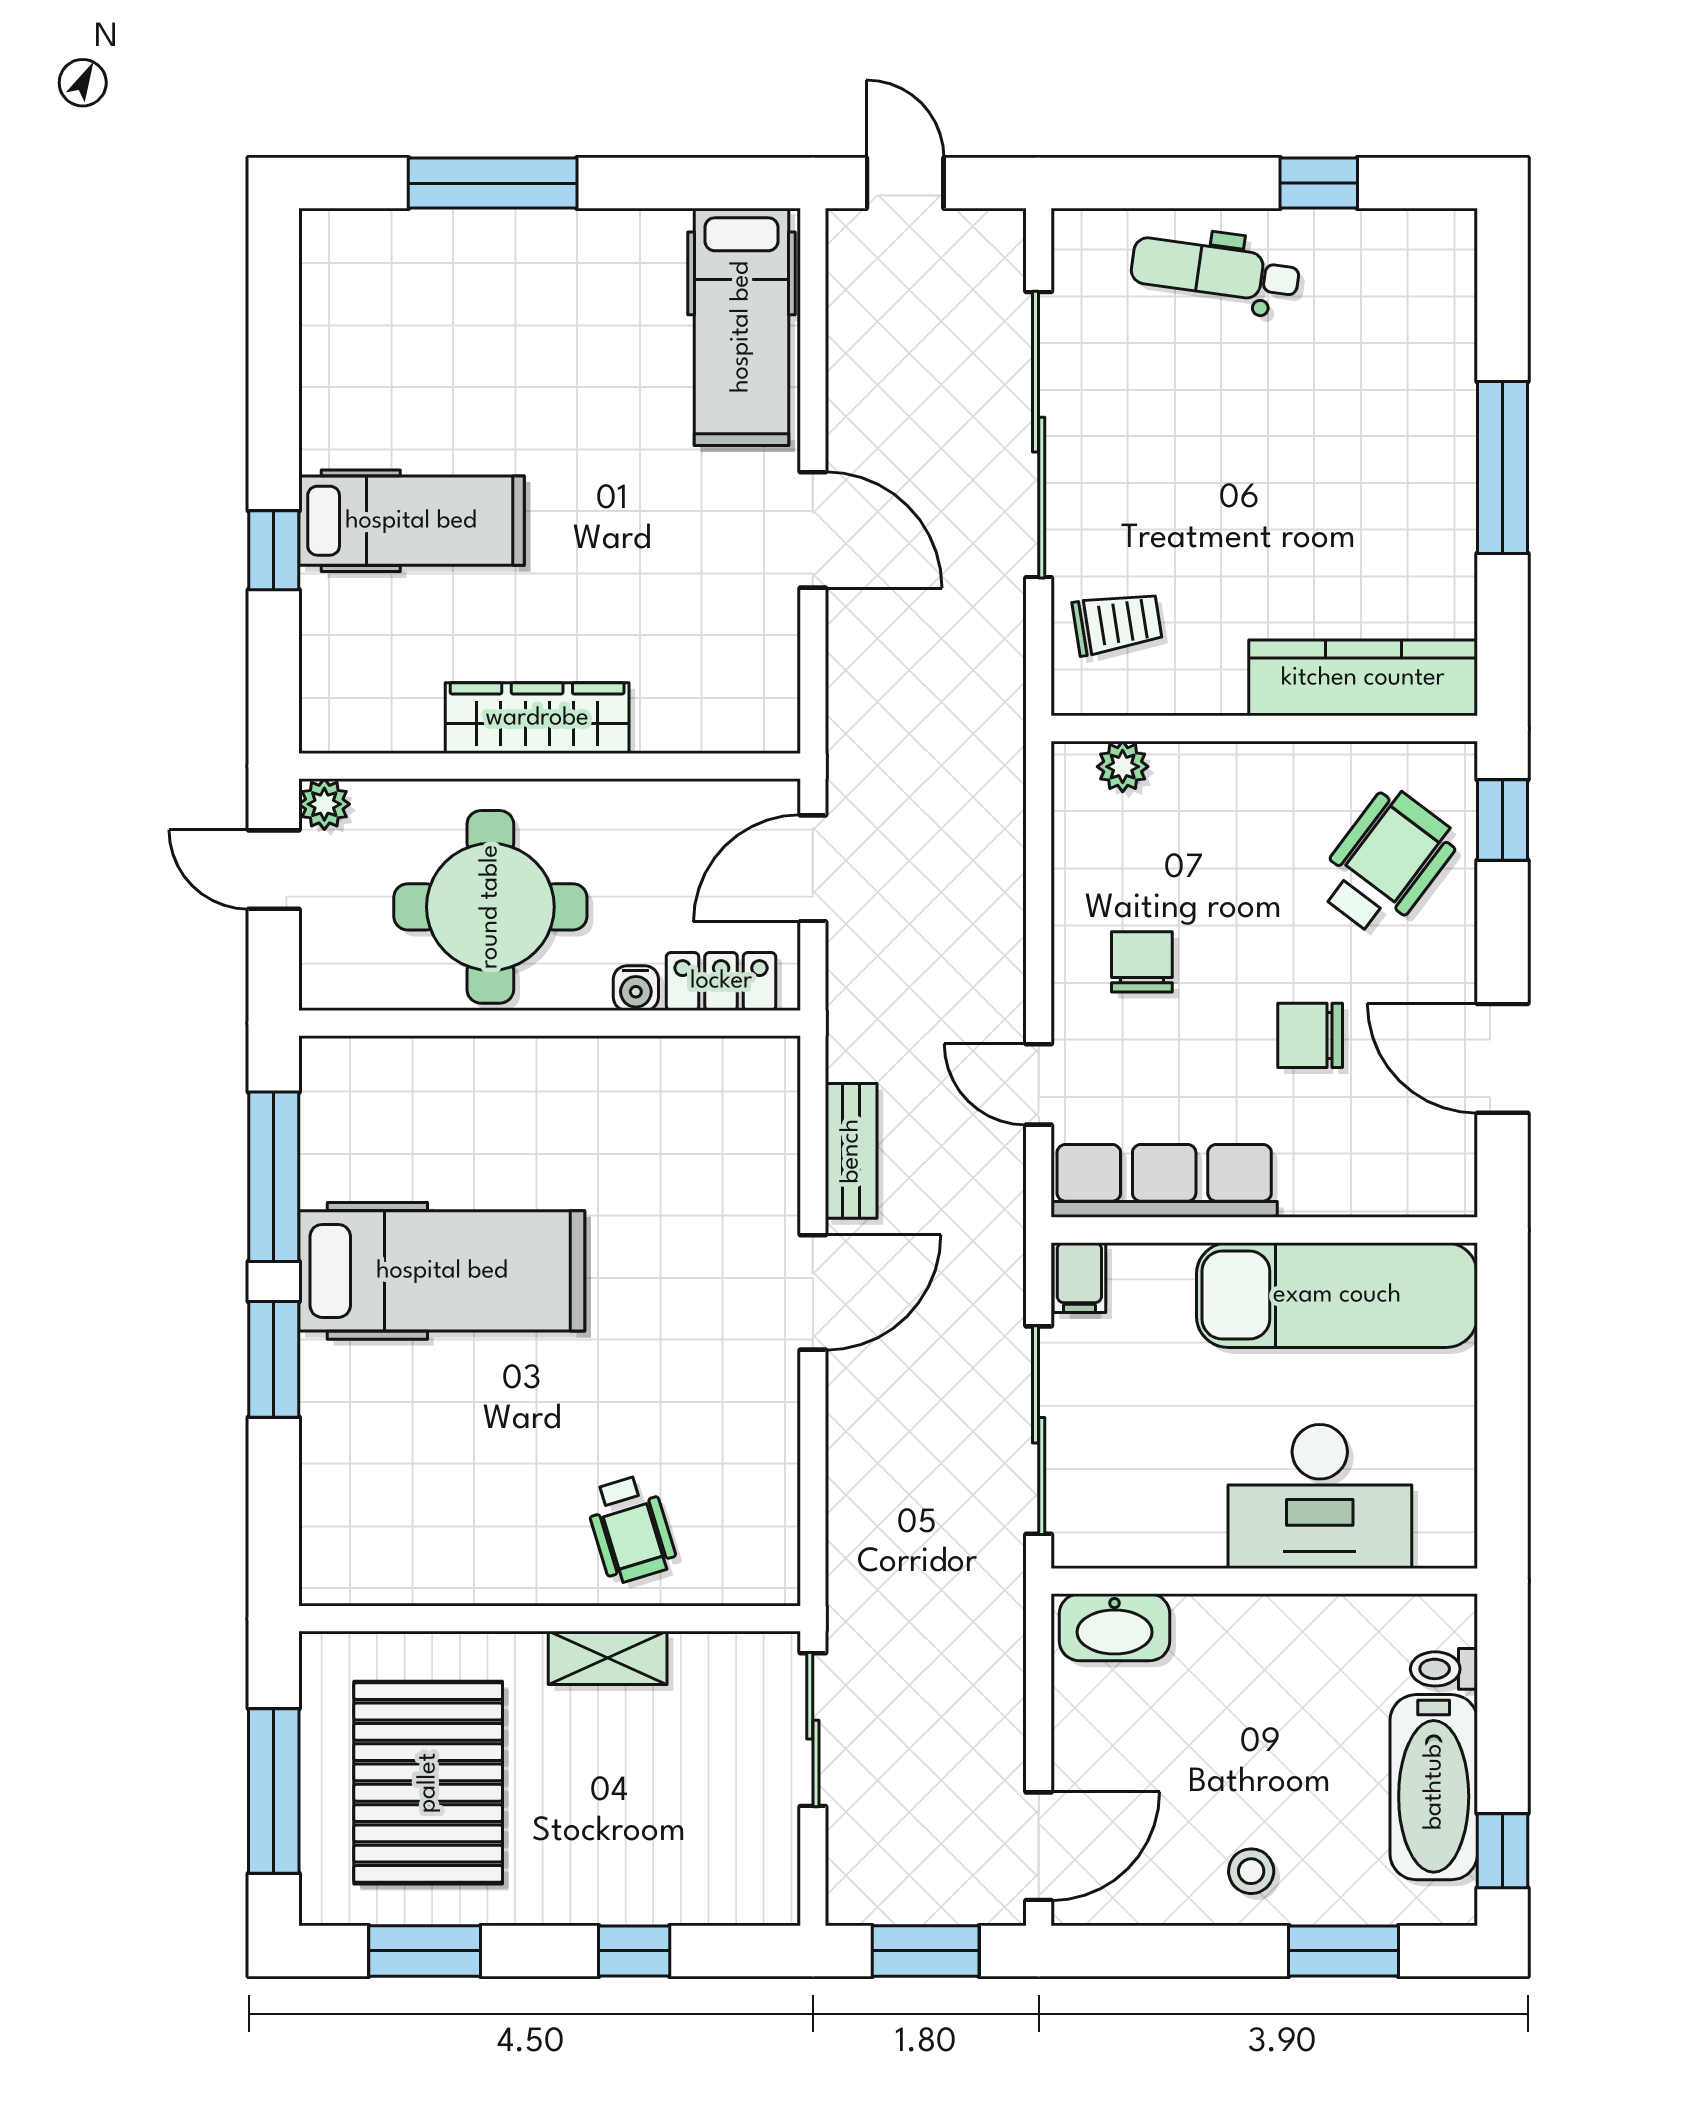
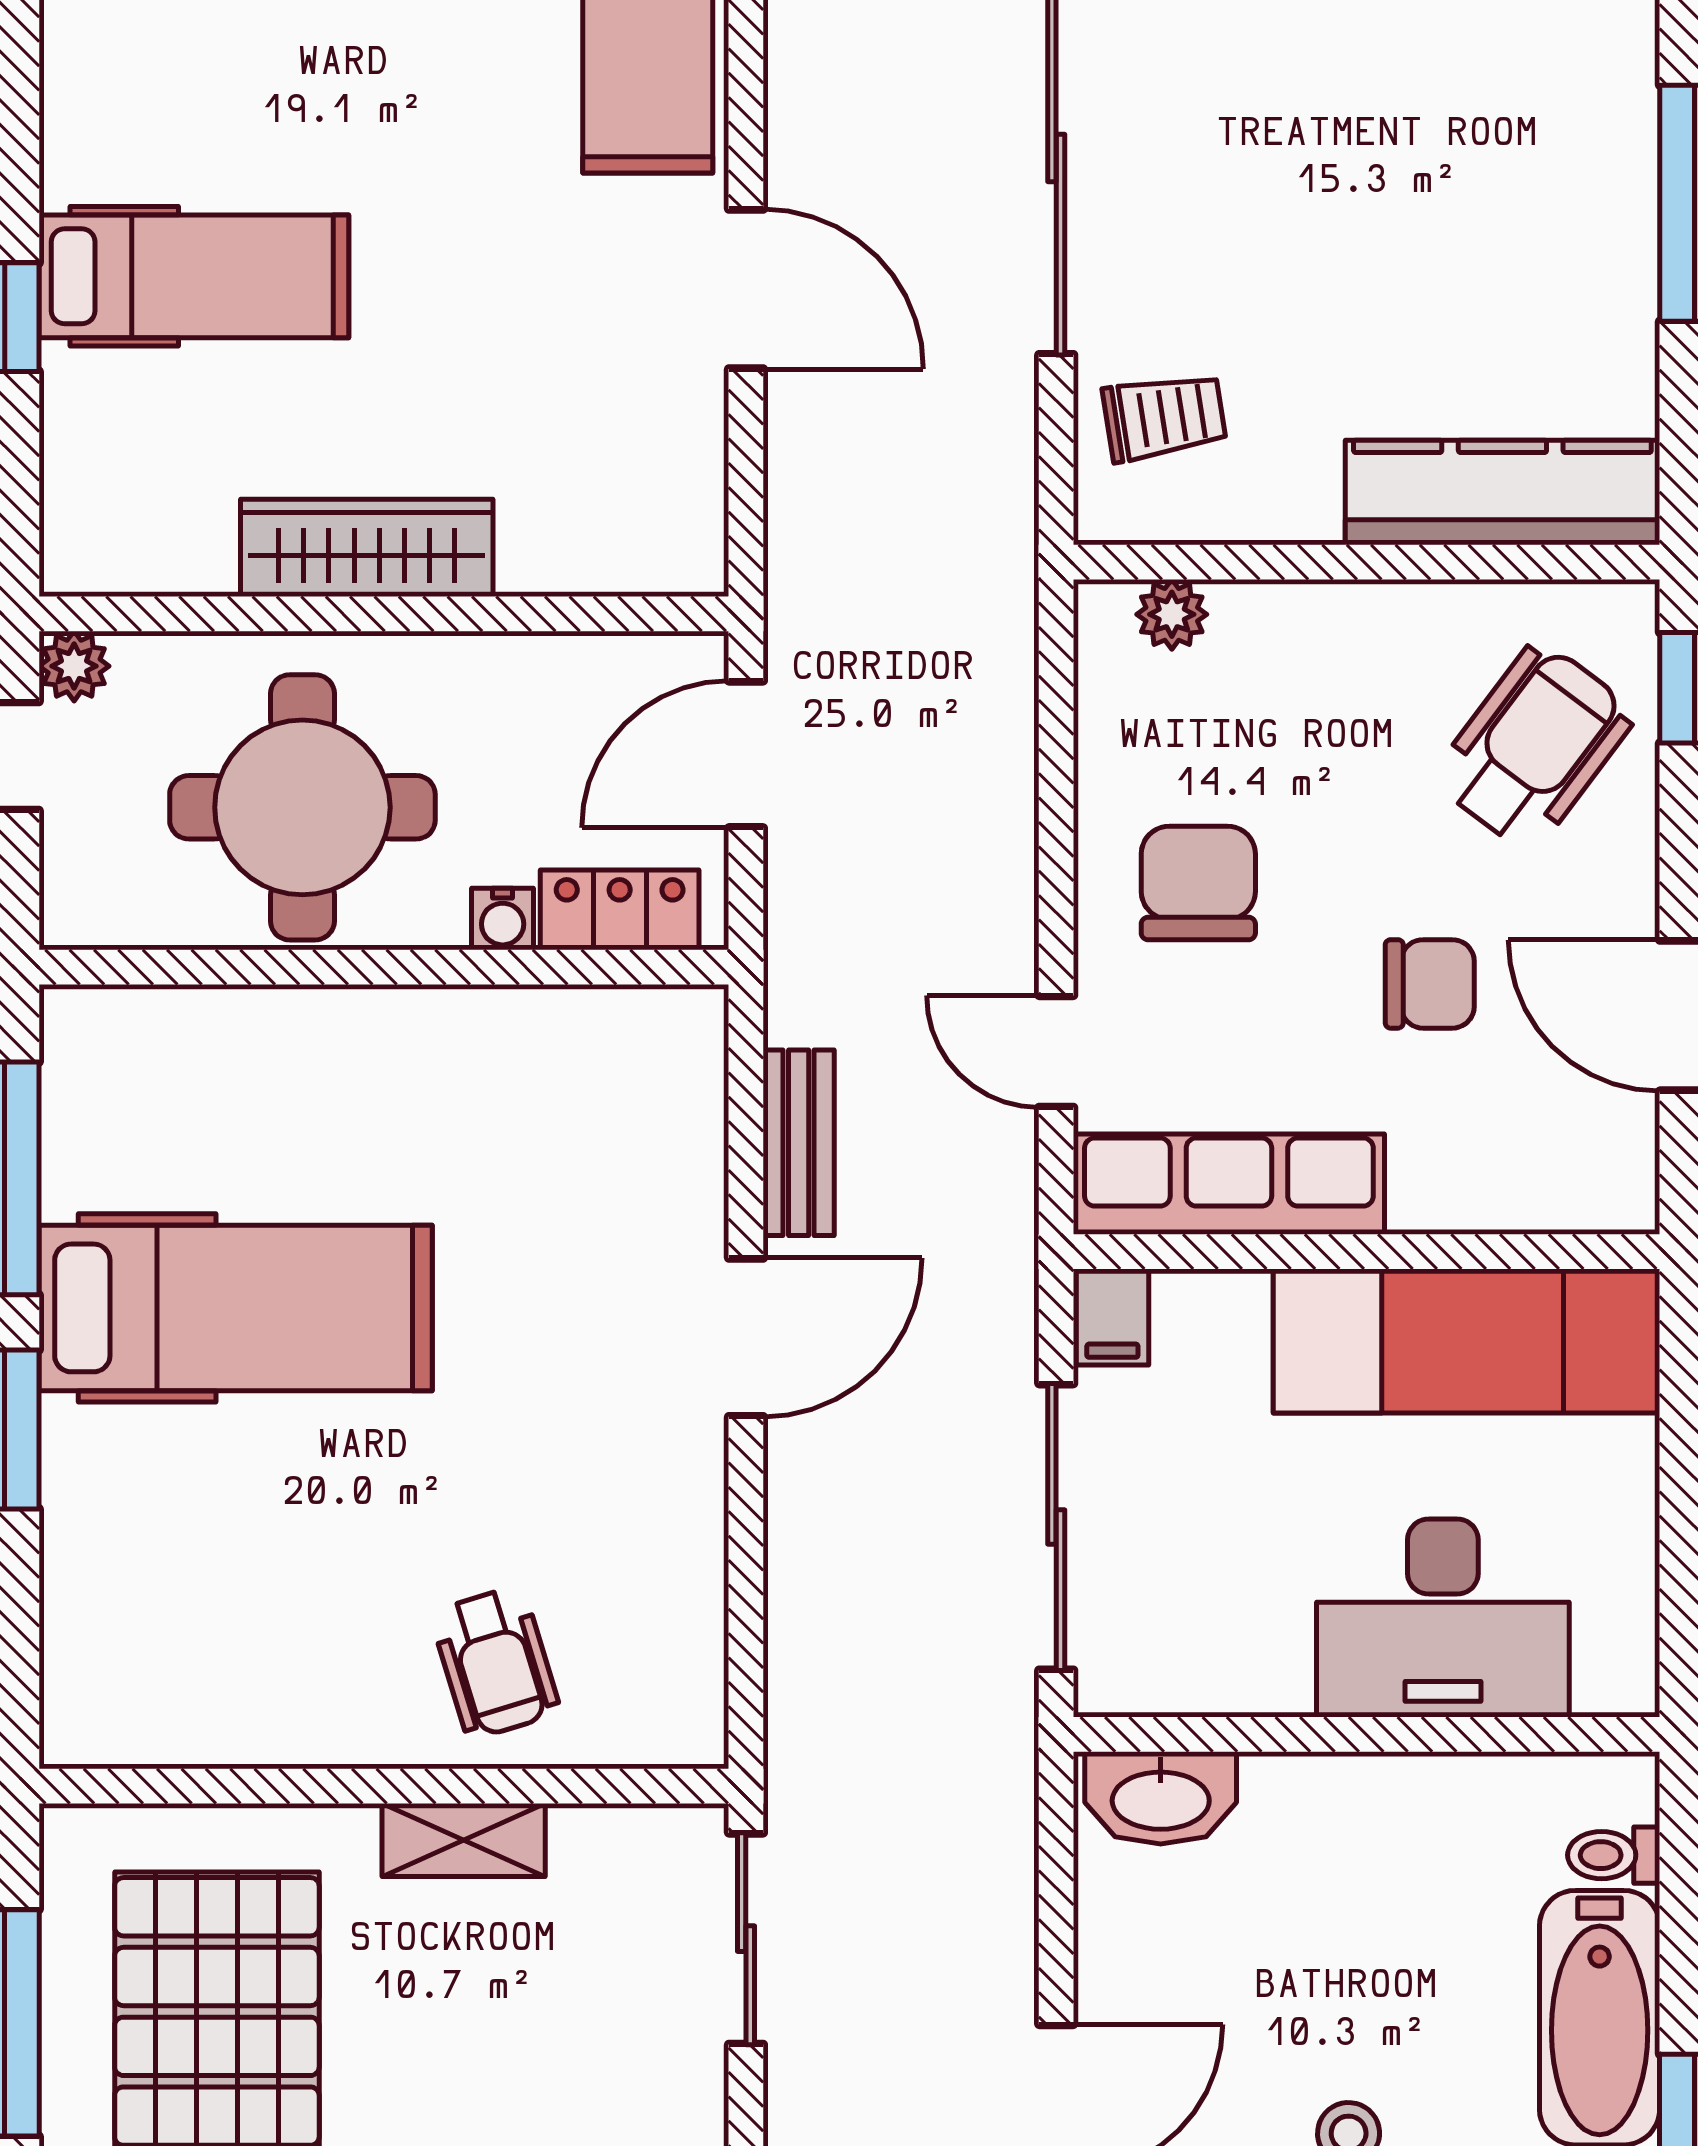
chair: (1142, 962) -> (1198, 883), width x1.37, depth x1.37
chair: (1310, 1035) -> (1430, 984), turned 180

